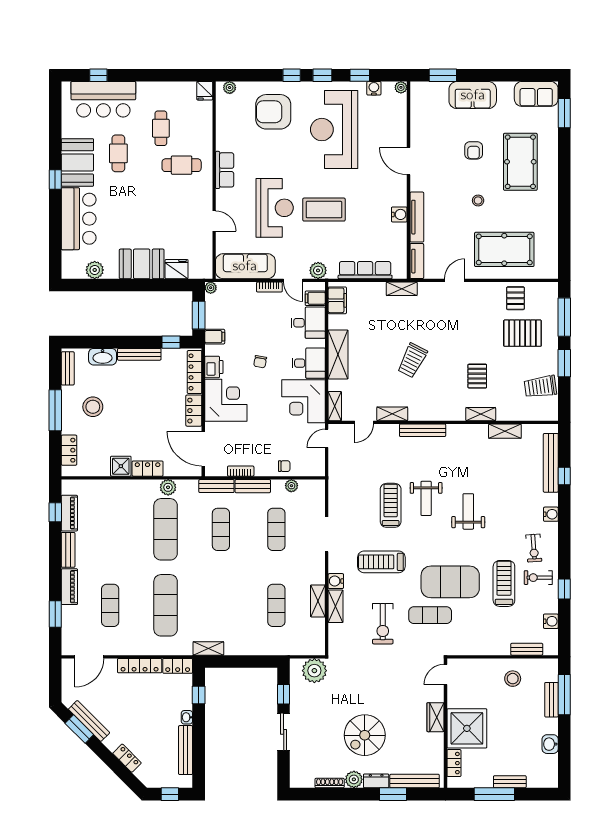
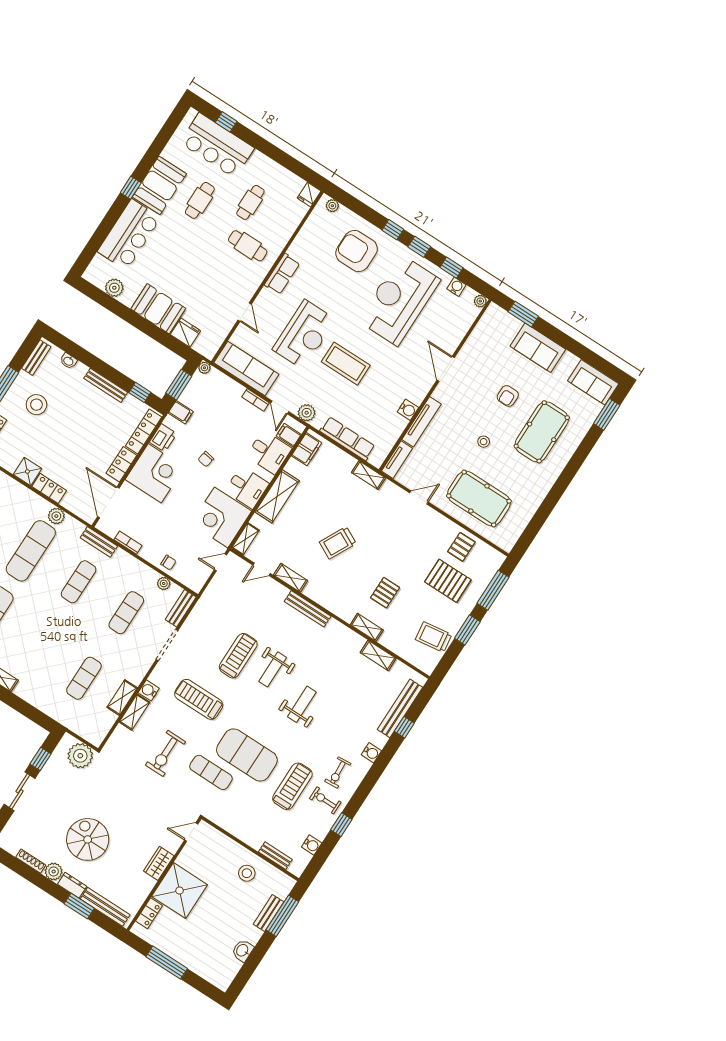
washbasin: (103, 357) -> (68, 361), width x0.52, depth x0.69
bench: (253, 486) -> (181, 608), moved, turned 90
spiral stairs: (365, 735) -> (88, 839), turned 90
bench: (510, 782) -> (187, 961), removed

